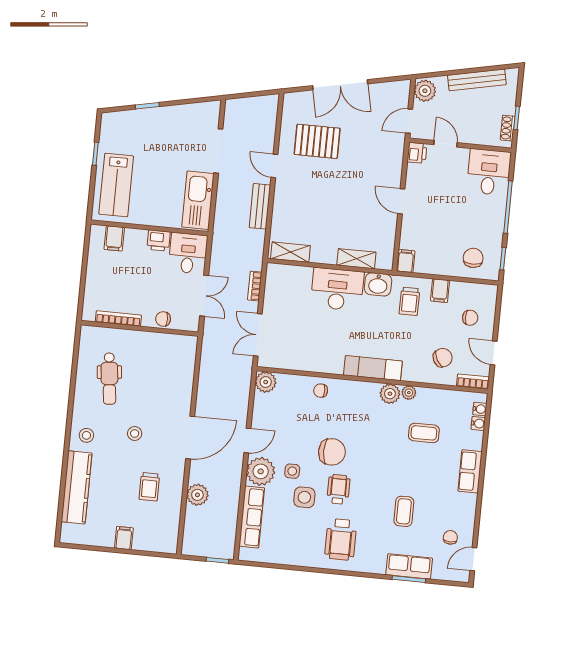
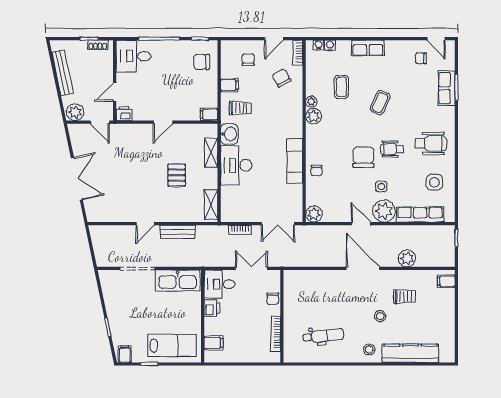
filing cabinet: (111, 124) -> (125, 354), added
pallet: (317, 141) -> (177, 175), moved, width x0.67, depth x0.71
exam couch: (373, 368) -> (295, 161), moved
stool: (135, 433) -> (380, 316), moved
side table: (304, 497) -> (434, 182), moved
coffee table: (404, 511) -> (380, 103), moved, turned -65
filing cabinet: (124, 538) -> (446, 281), moved

